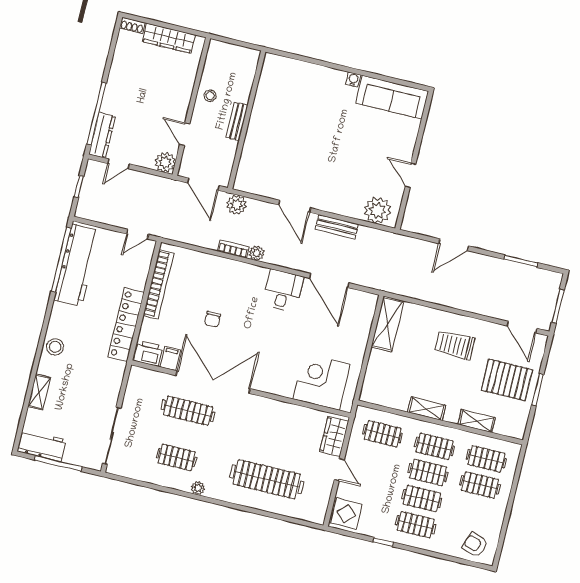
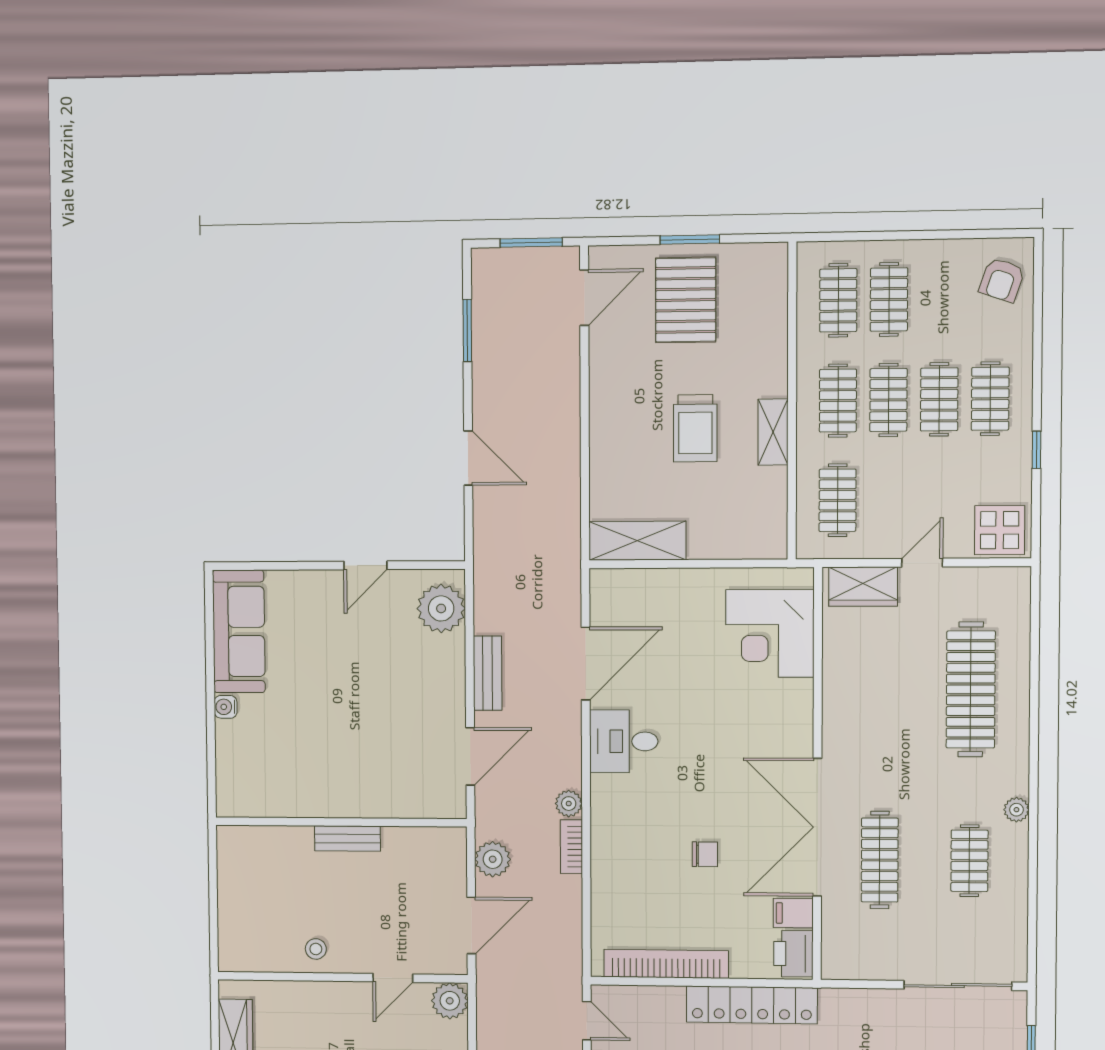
wall: (247, 120) -> (341, 822), moved
bench: (237, 121) -> (347, 838), moved
trolley: (455, 345) -> (695, 428), moved
shelving: (477, 421) -> (773, 336), removed

